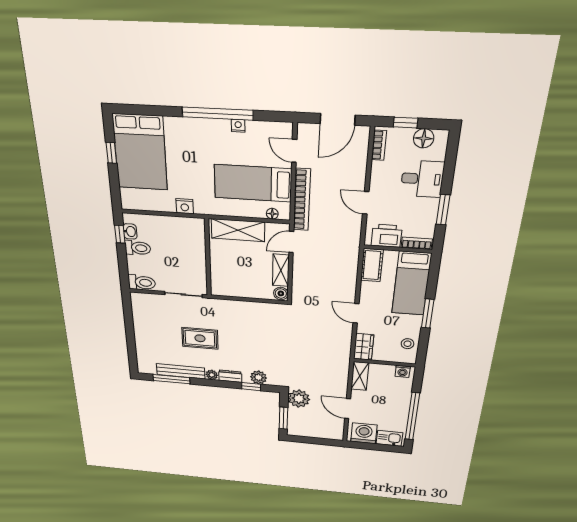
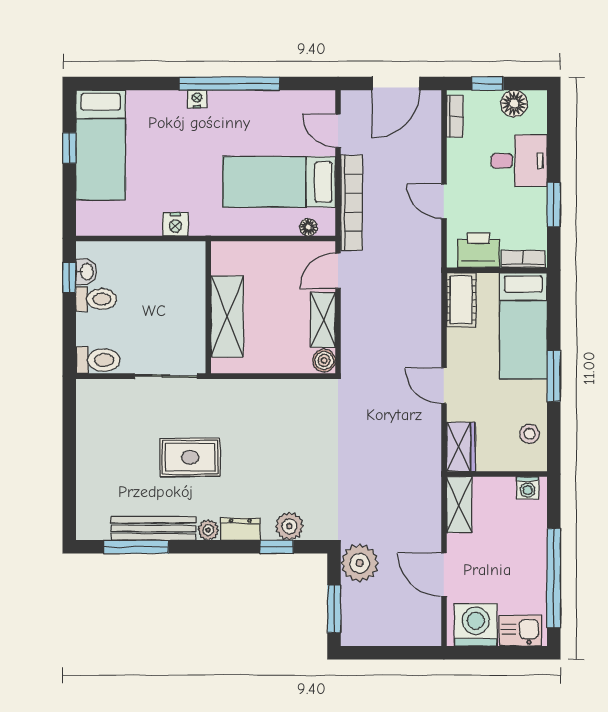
nightstand: (238, 126) -> (197, 99), moved
bed: (140, 152) -> (101, 145), width x0.67
shelving: (238, 230) -> (227, 317), moved, turned 90

